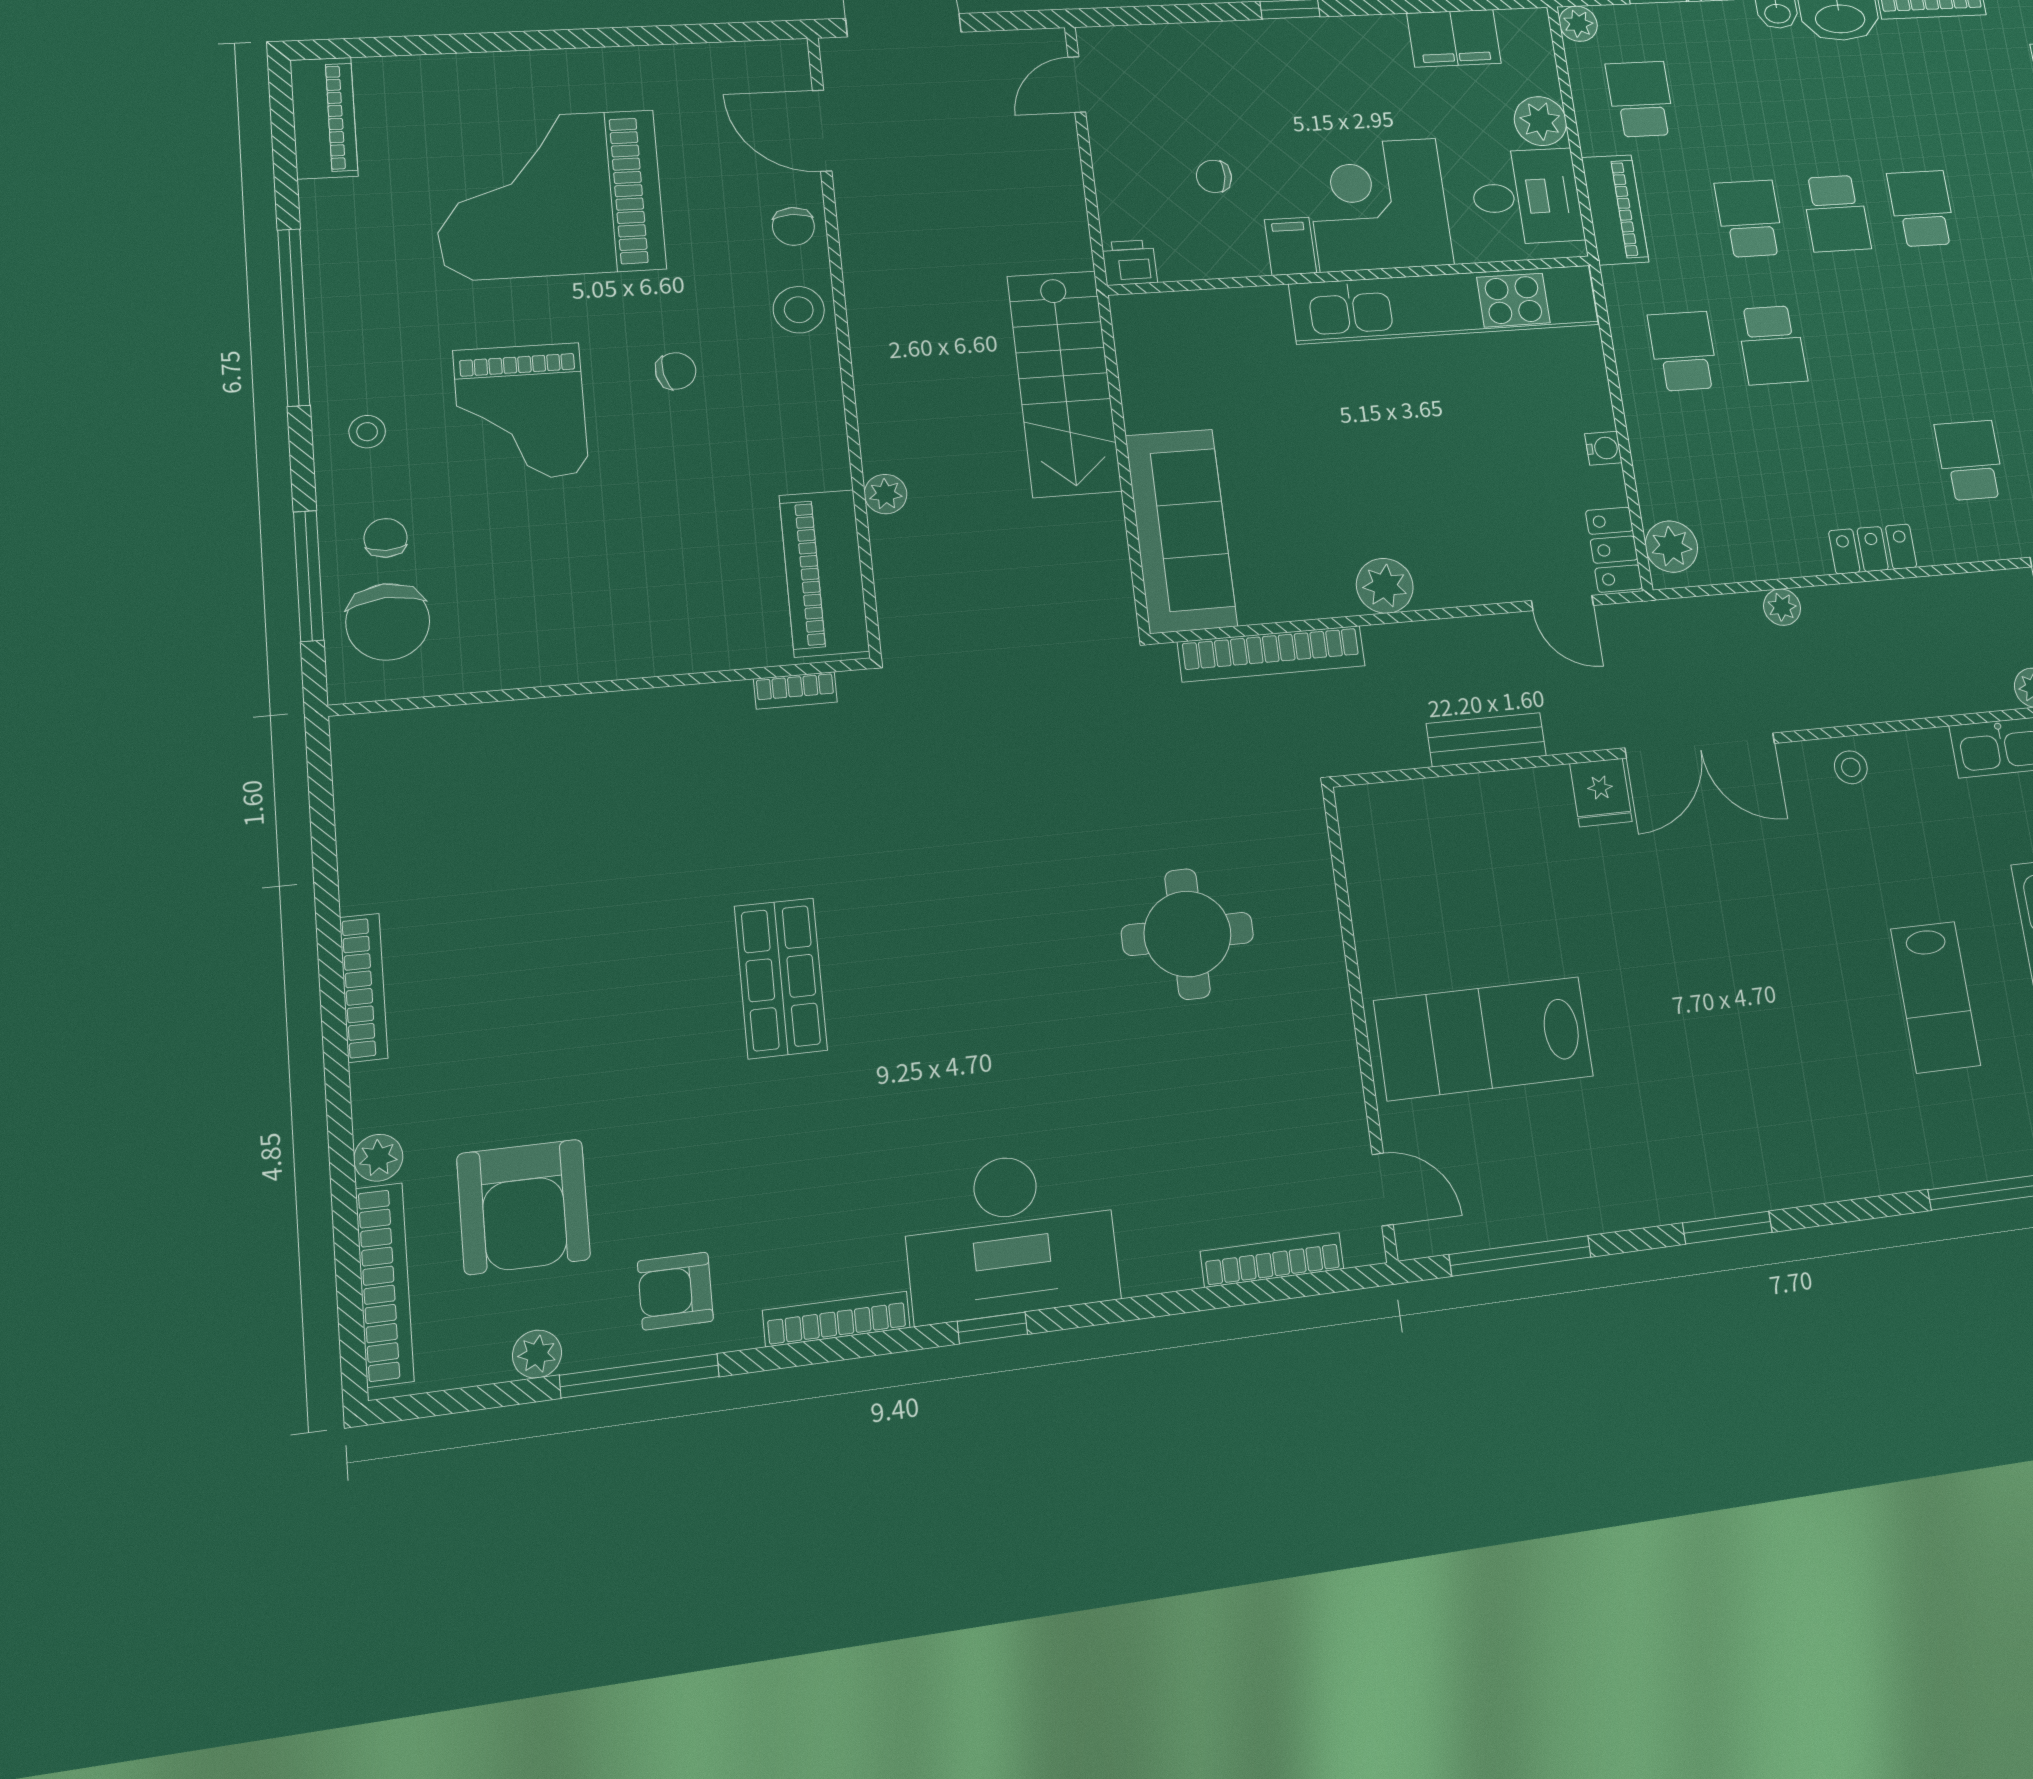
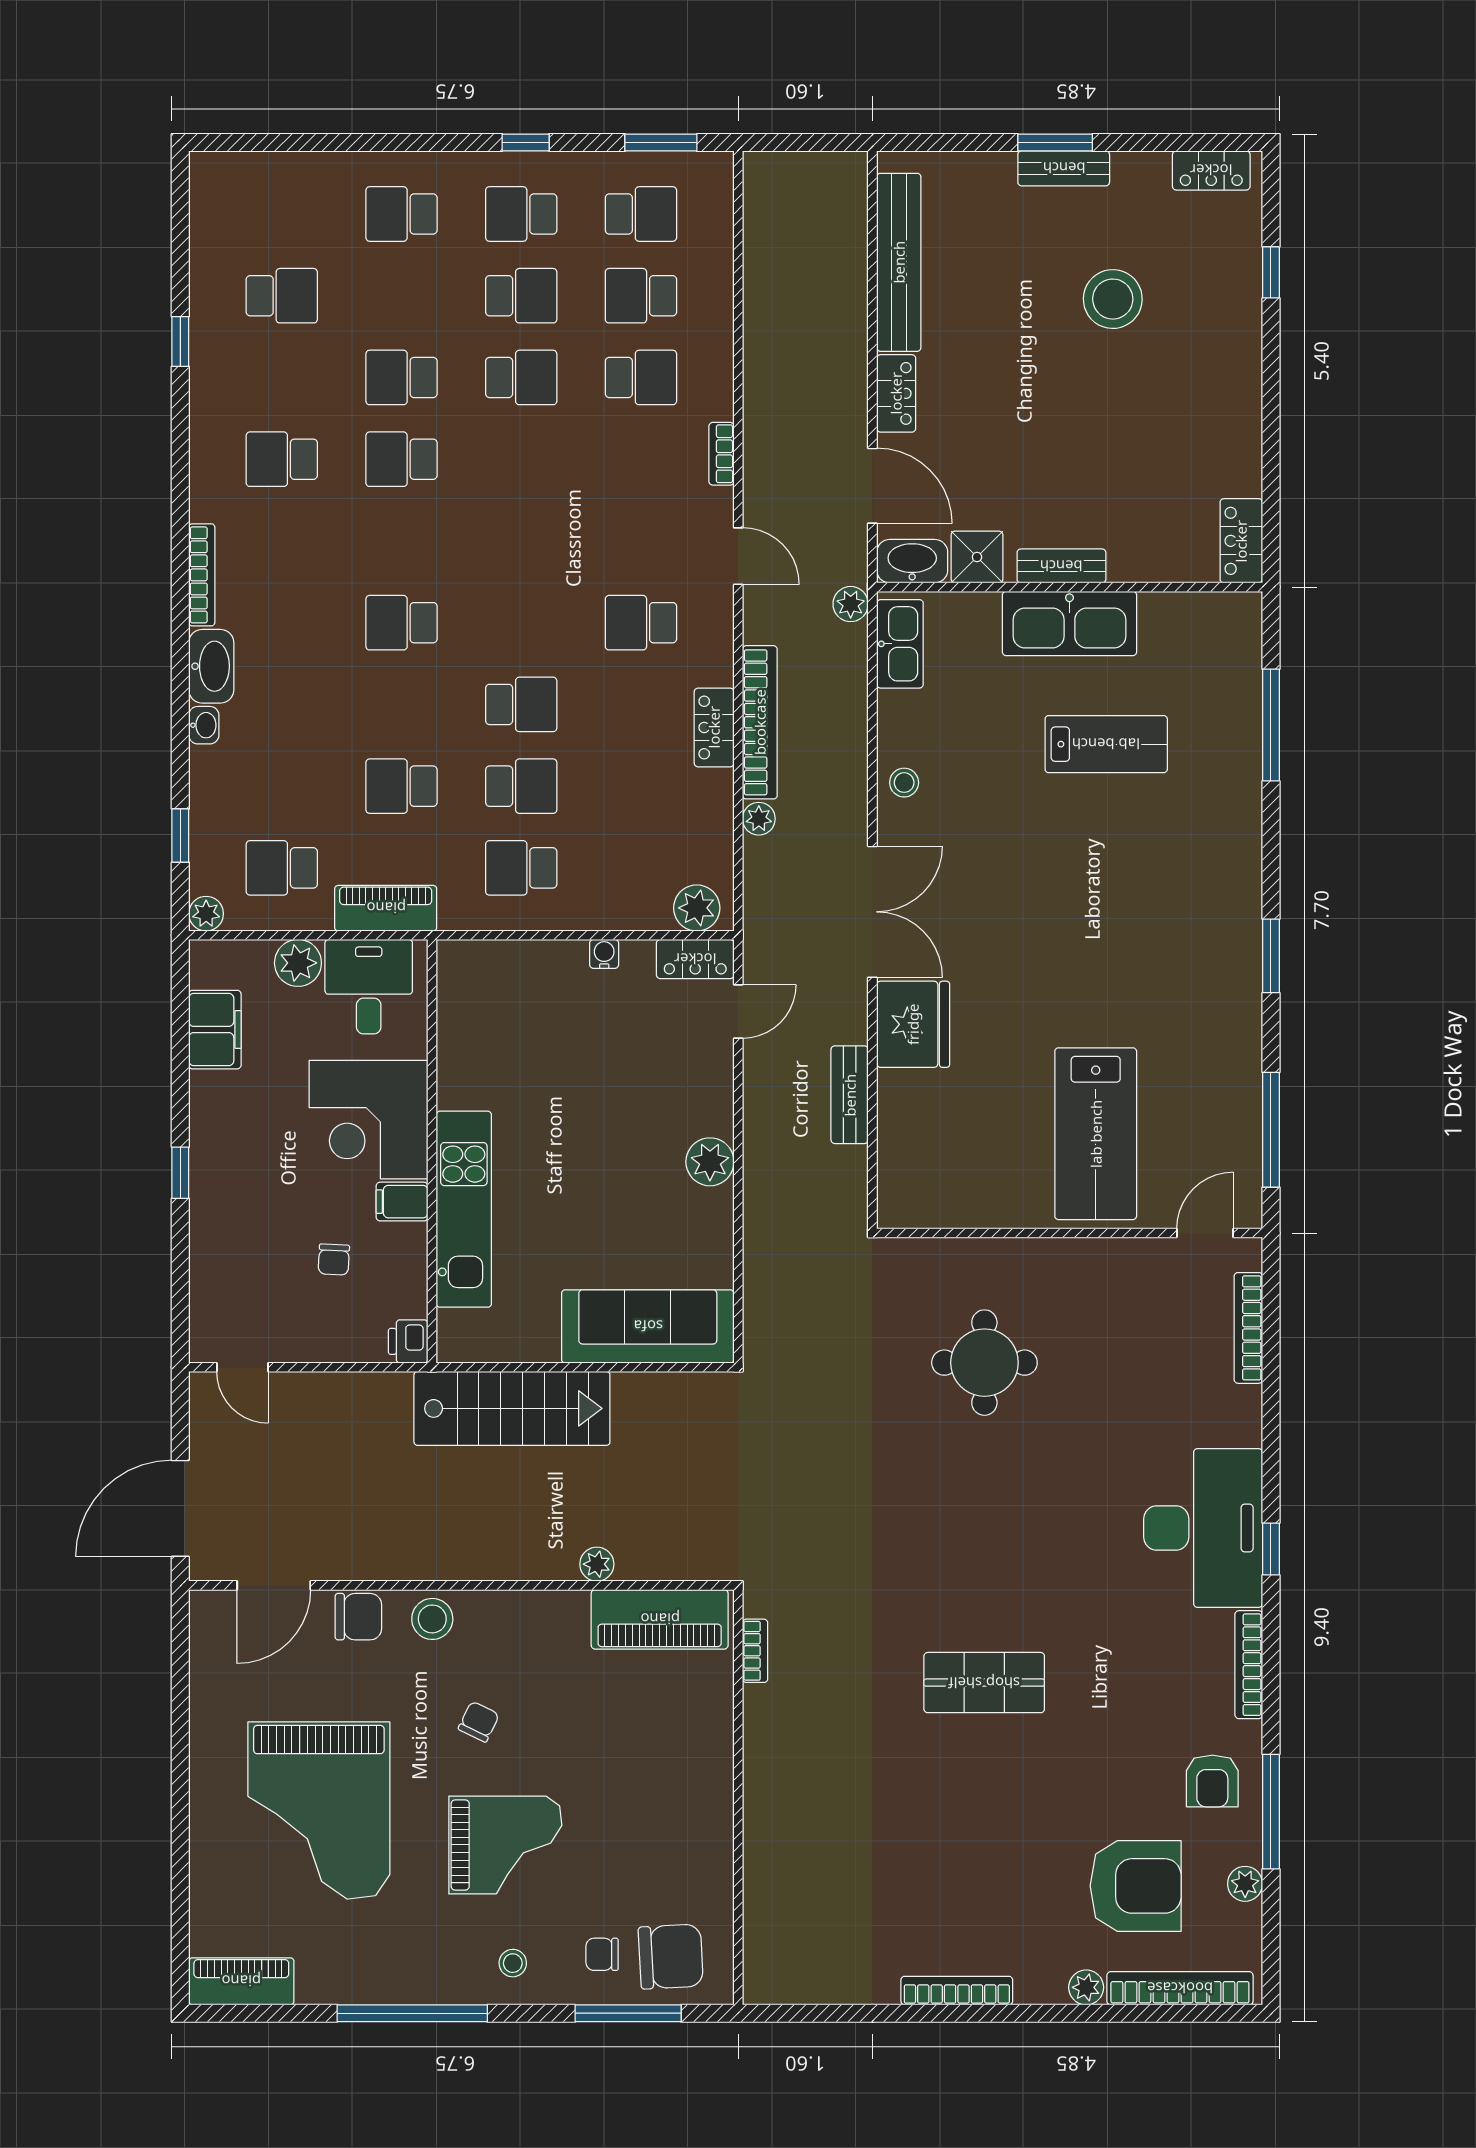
school desk: (1836, 214) -> (521, 704), moved
chair: (793, 226) -> (358, 1617), width x1.37, depth x1.37
kitchen unit: (1445, 304) -> (464, 1209), moved, width x0.73
chair: (676, 371) -> (479, 1722), turned 38
bookcase: (1271, 654) -> (760, 722), moved
fridge: (1601, 793) -> (913, 1024), width x1.88, depth x1.34

